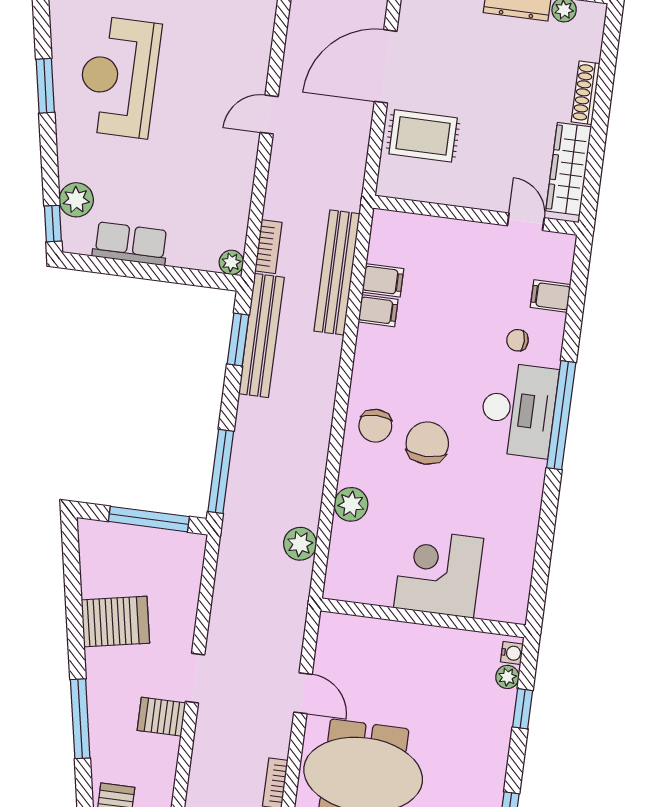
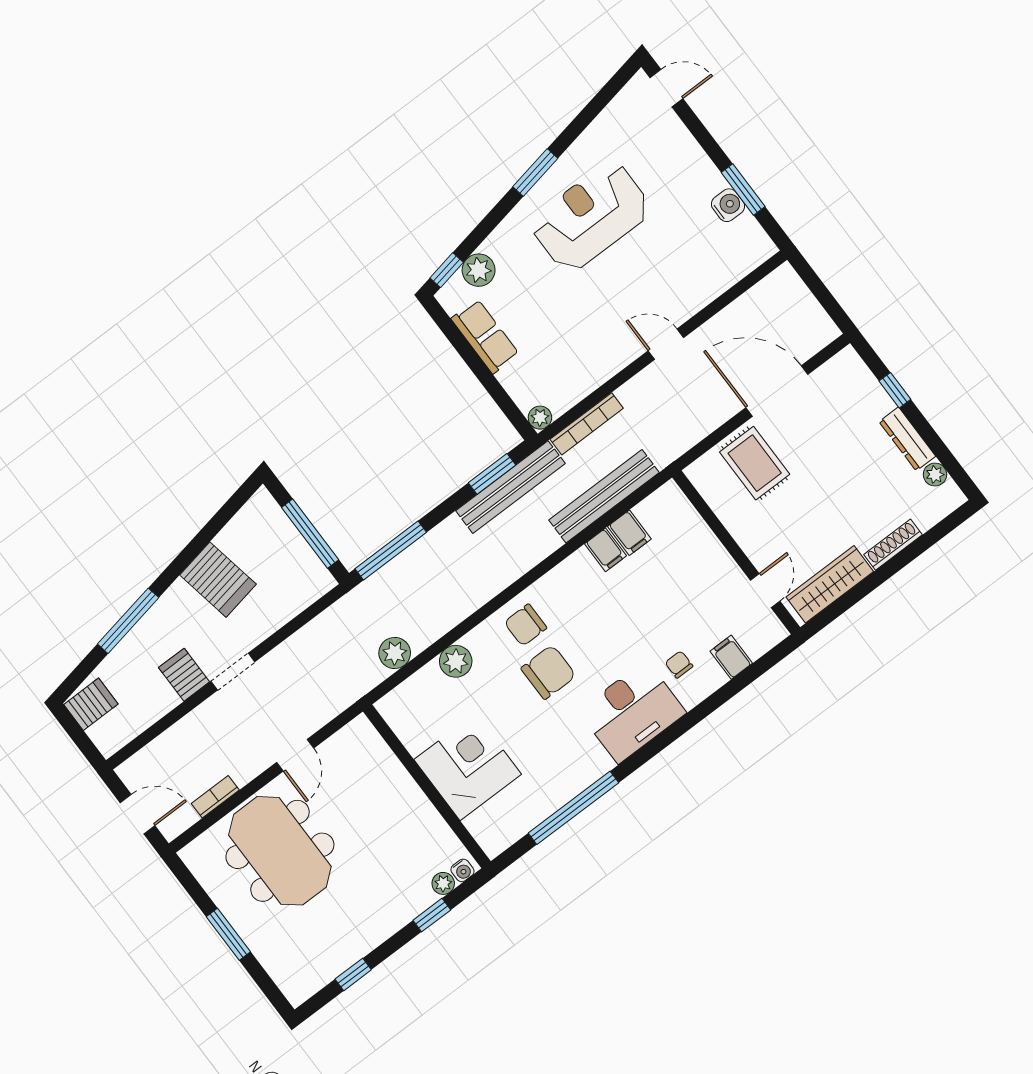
bookcase: (268, 247) -> (587, 424), width x1.56
window: (561, 415) -> (573, 808), moved

